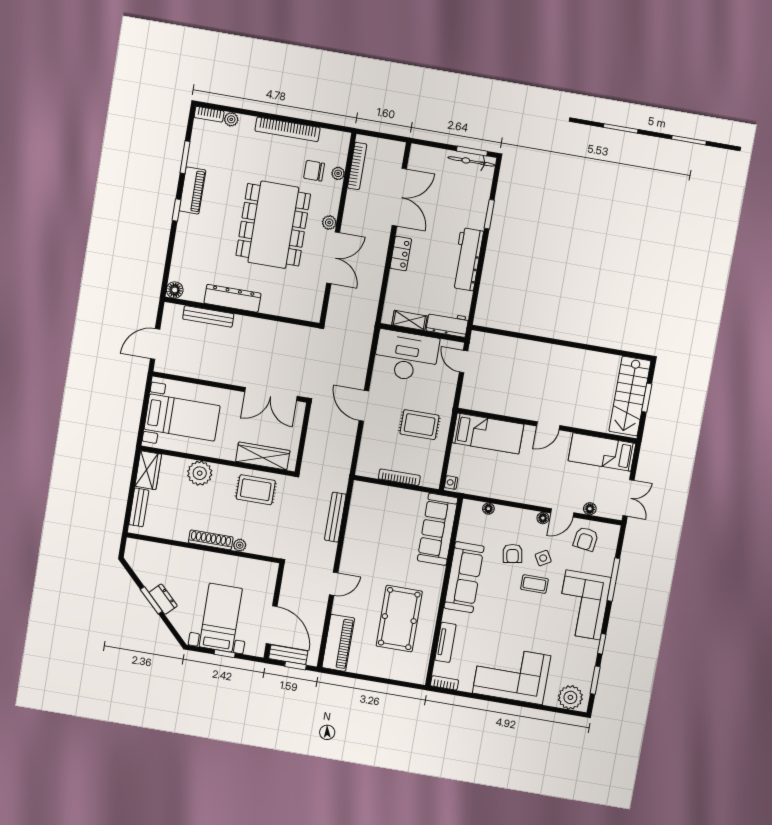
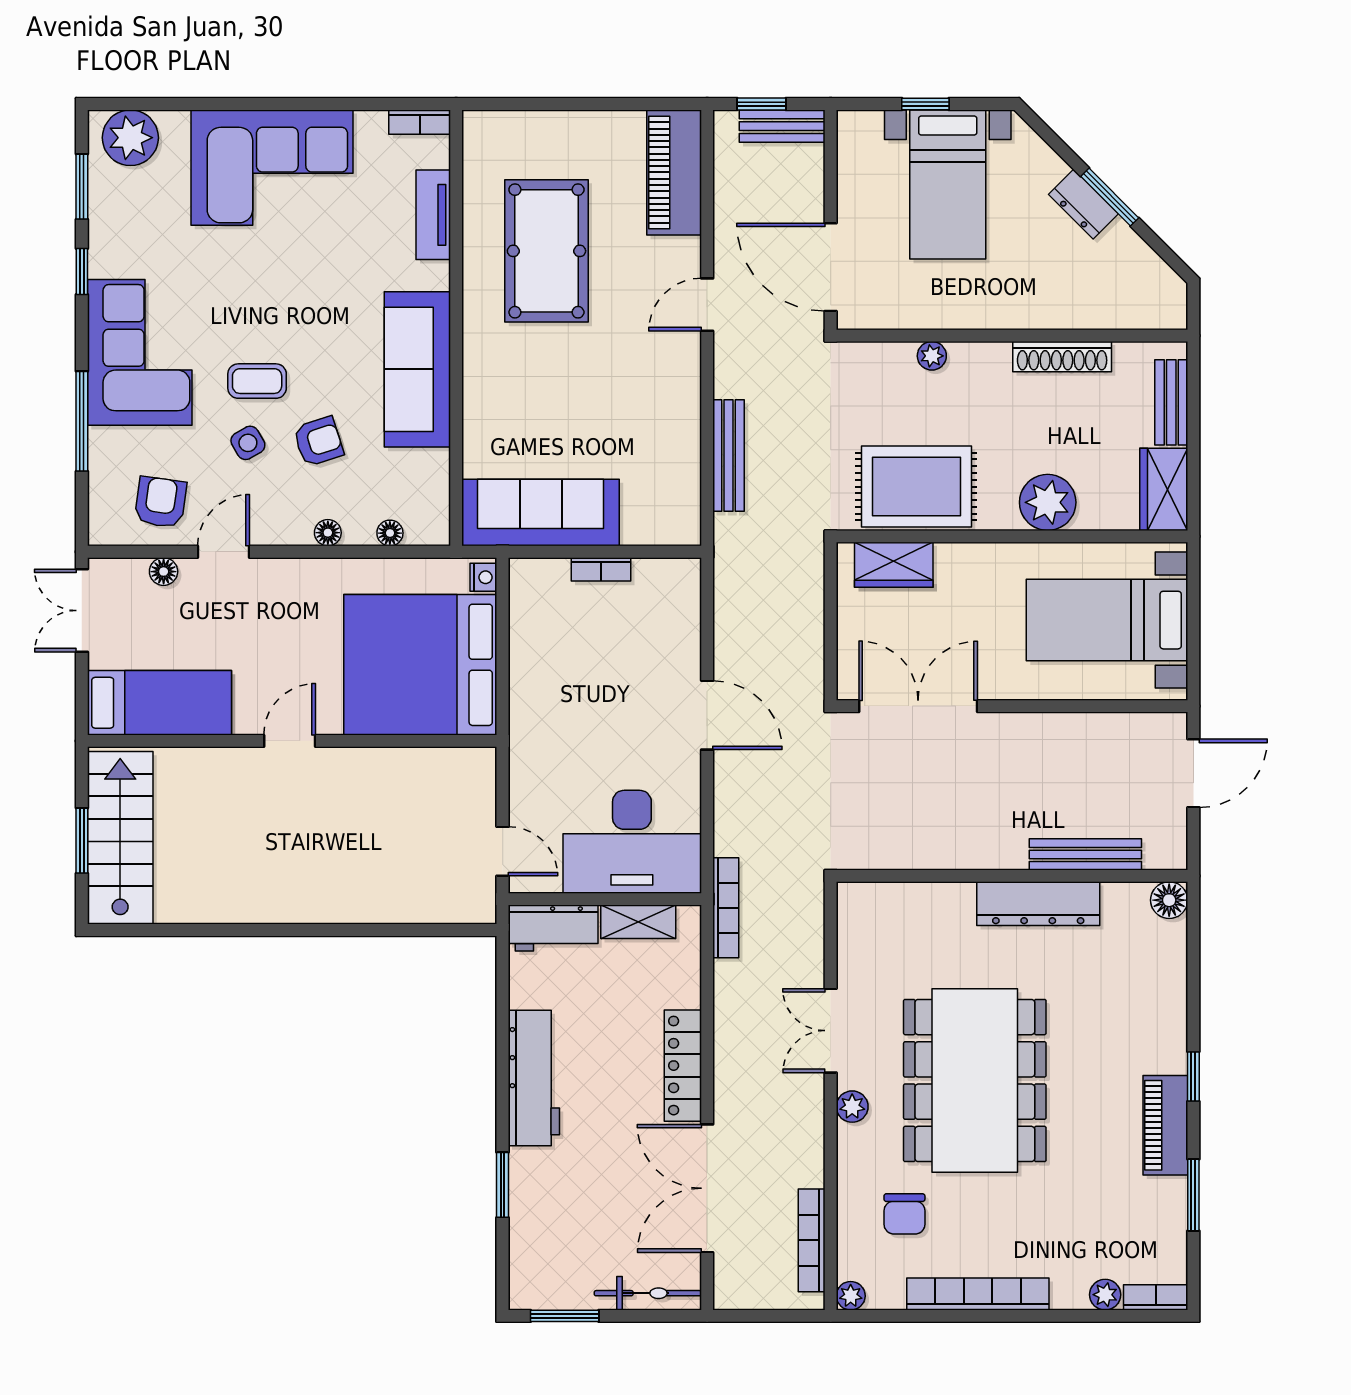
bicycle: (472, 161) -> (648, 1293), moved
chair: (314, 171) -> (904, 1214), turned 90
plant: (338, 173) -> (851, 1296), moved
locker: (401, 254) -> (683, 1066), width x1.53
double door: (333, 258) -> (831, 1031), width x0.73
bookcase: (370, 320) -> (726, 908), added
rug: (420, 425) -> (576, 694), removed
bed: (488, 434) -> (420, 665), width x2.04
wardrobe: (263, 456) -> (894, 565), width x0.67
bookcase: (399, 477) -> (601, 569), width x0.64
rug: (256, 490) -> (916, 487), width x1.36, depth x1.43
floor lamp: (543, 518) -> (328, 533), moved
sofa: (438, 529) -> (541, 513), moved, turned -90
shoe rack: (211, 540) -> (1062, 357), moved
armchair: (512, 553) -> (318, 441), turned 82
door: (272, 625) -> (831, 267), moved

